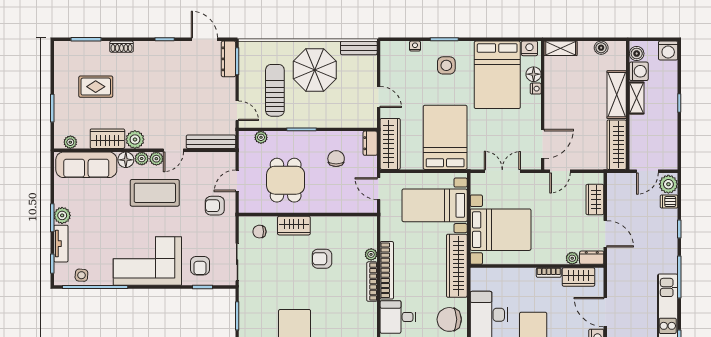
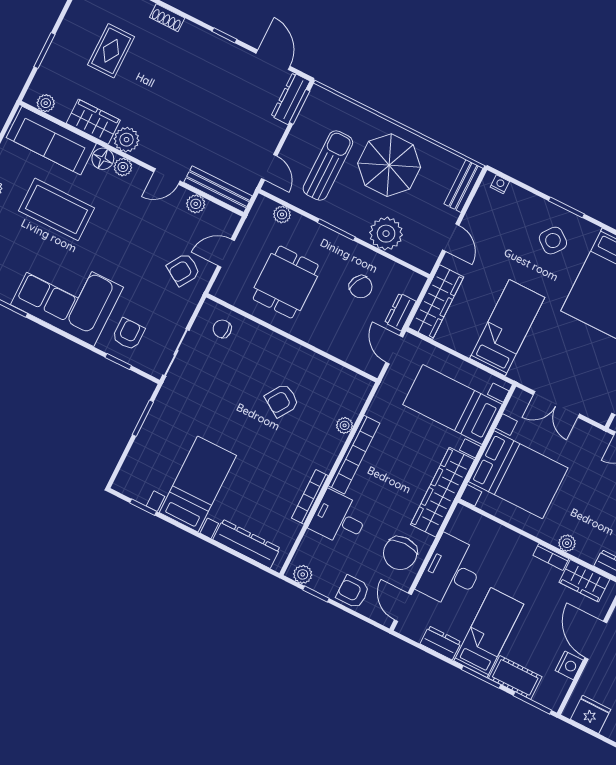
nightstand: (415, 46) -> (500, 184), moved
bench: (359, 48) -> (464, 186), moved, turned 90
side table: (446, 65) -> (553, 241), turned 38
rug: (96, 87) -> (111, 51), turned 90
plant: (335, 116) -> (386, 234), added
bed: (445, 137) -> (507, 328), width x0.67
dresser: (370, 143) -> (400, 312), moved
plant: (156, 159) -> (196, 204), moved
chair: (336, 159) -> (361, 287), turned 117
double door: (502, 171) -> (556, 404), swing flipped
coffee table: (155, 193) -> (57, 209), moved
armchair: (215, 206) -> (183, 270), turned -58
wardrobe: (294, 226) -> (268, 343), removed
plant: (572, 258) -> (567, 543), moved
armchair: (322, 259) -> (282, 401), turned -57
armchair: (200, 266) -> (128, 334), turned 180
bookcase: (372, 282) -> (310, 497), moved
chair: (449, 319) -> (400, 553), turned -90

